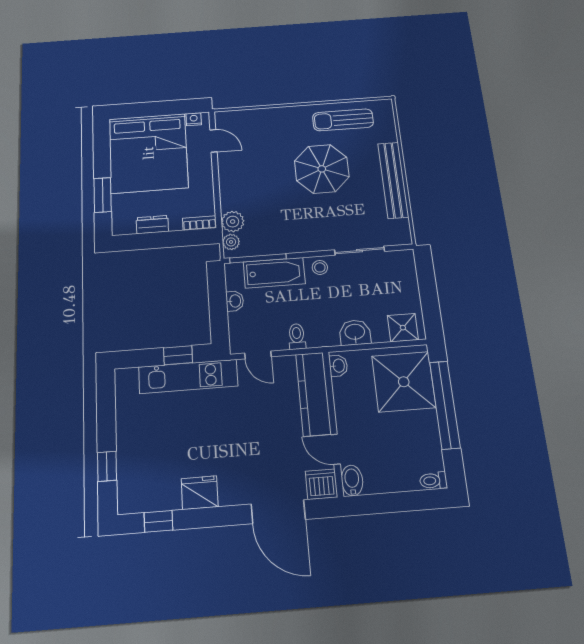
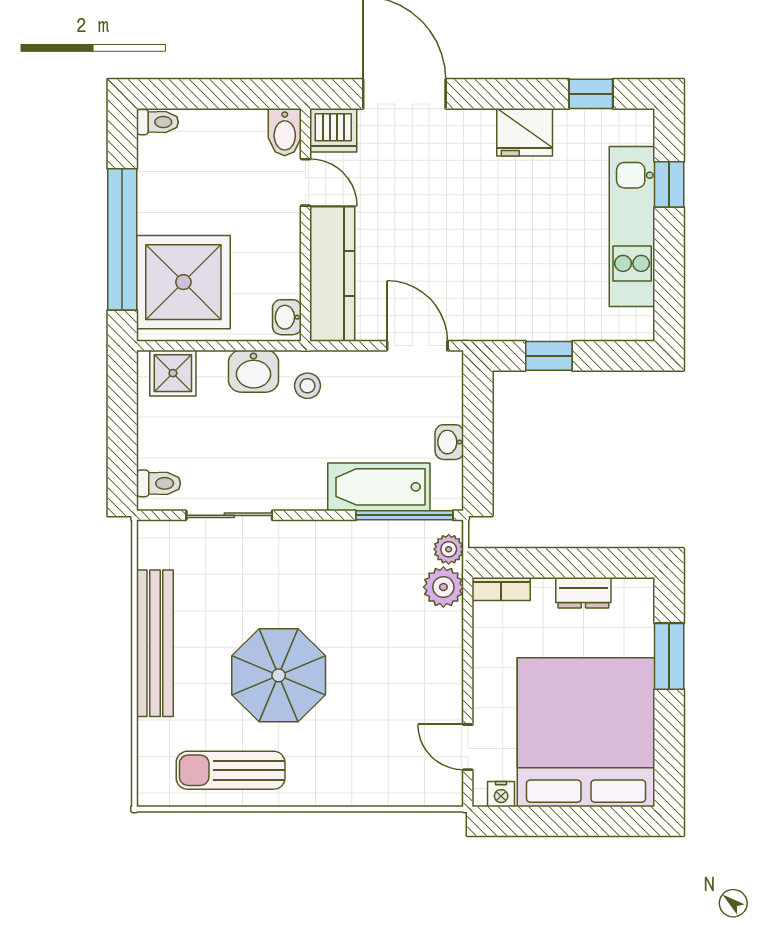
sun lounger: (343, 120) -> (231, 770), turned 180
stool: (320, 267) -> (307, 386), moved
toilet: (297, 337) -> (159, 483), moved, turned -90
door: (258, 355) -> (417, 346), width x1.38
kitchen unit: (188, 376) -> (632, 227), moved, turned -90

